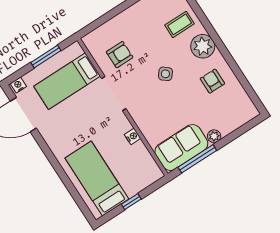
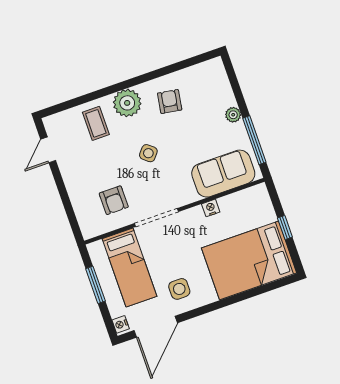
armchair: (120, 55) -> (114, 200), turned 180
armchair: (212, 81) -> (170, 101), turned 99
side table: (59, 127) -> (179, 289), added
sofa: (181, 148) -> (223, 174), moved, turned 90
bed: (97, 179) -> (249, 260), width x1.50

